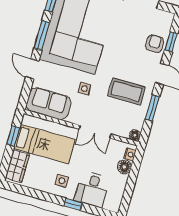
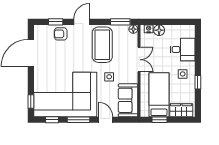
door: (32, 69) -> (106, 120), swing flipped
coffee table: (126, 91) -> (102, 45), width x1.36, depth x1.32
window: (152, 108) -> (120, 22), moved
window: (73, 204) -> (198, 82), moved

